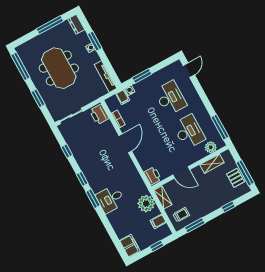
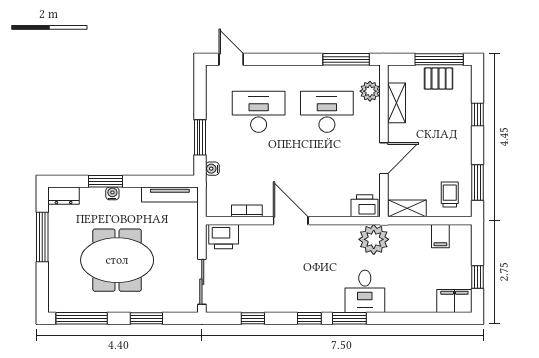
filing cabinet: (123, 97) -> (217, 185), removed
plant: (146, 204) -> (374, 239), moved
window: (157, 246) -> (478, 277), moved

